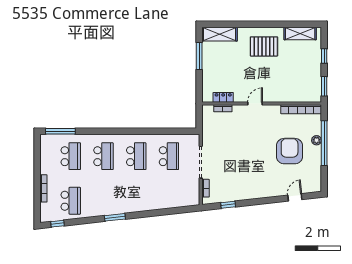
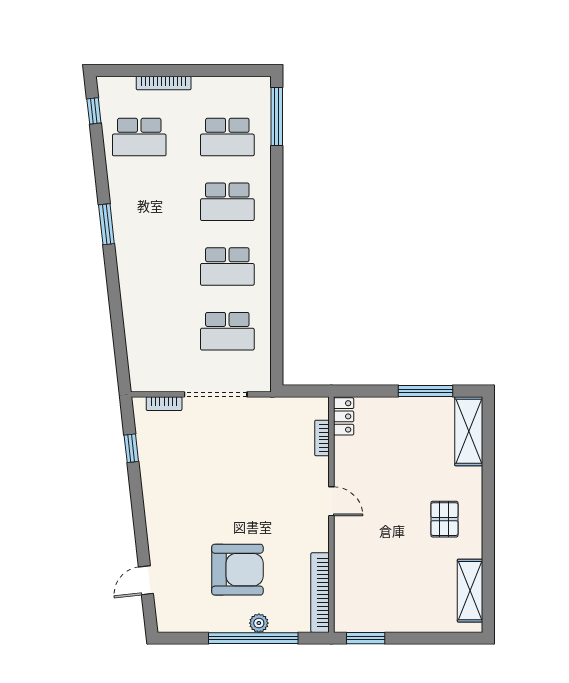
pallet: (264, 46) -> (444, 519), width x0.67, depth x0.71
window: (324, 56) -> (426, 638), removed
locker: (223, 97) -> (344, 416), moved
door: (295, 197) -> (146, 580), swing flipped

